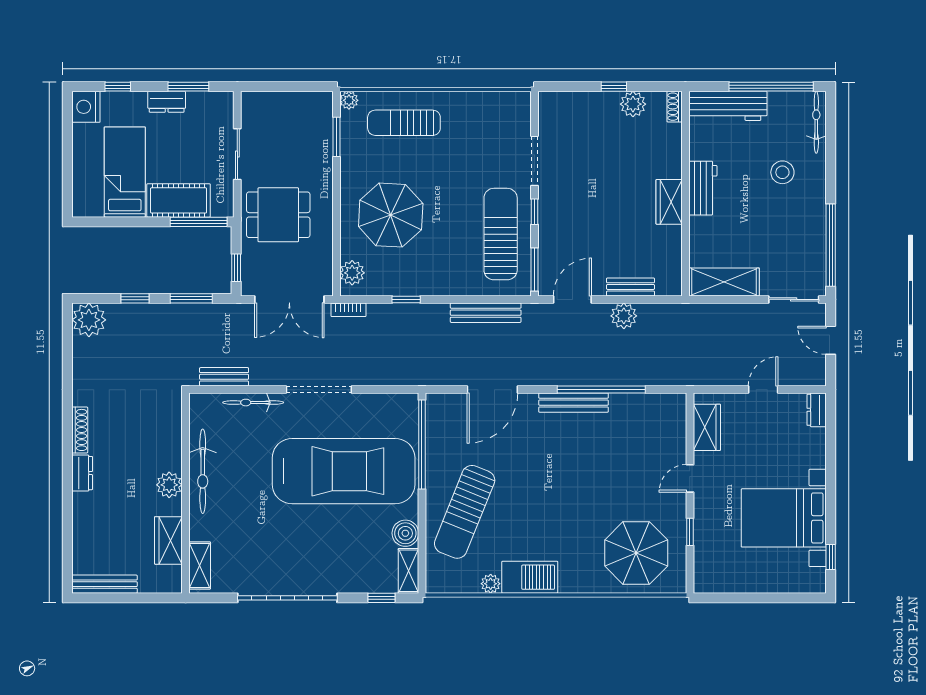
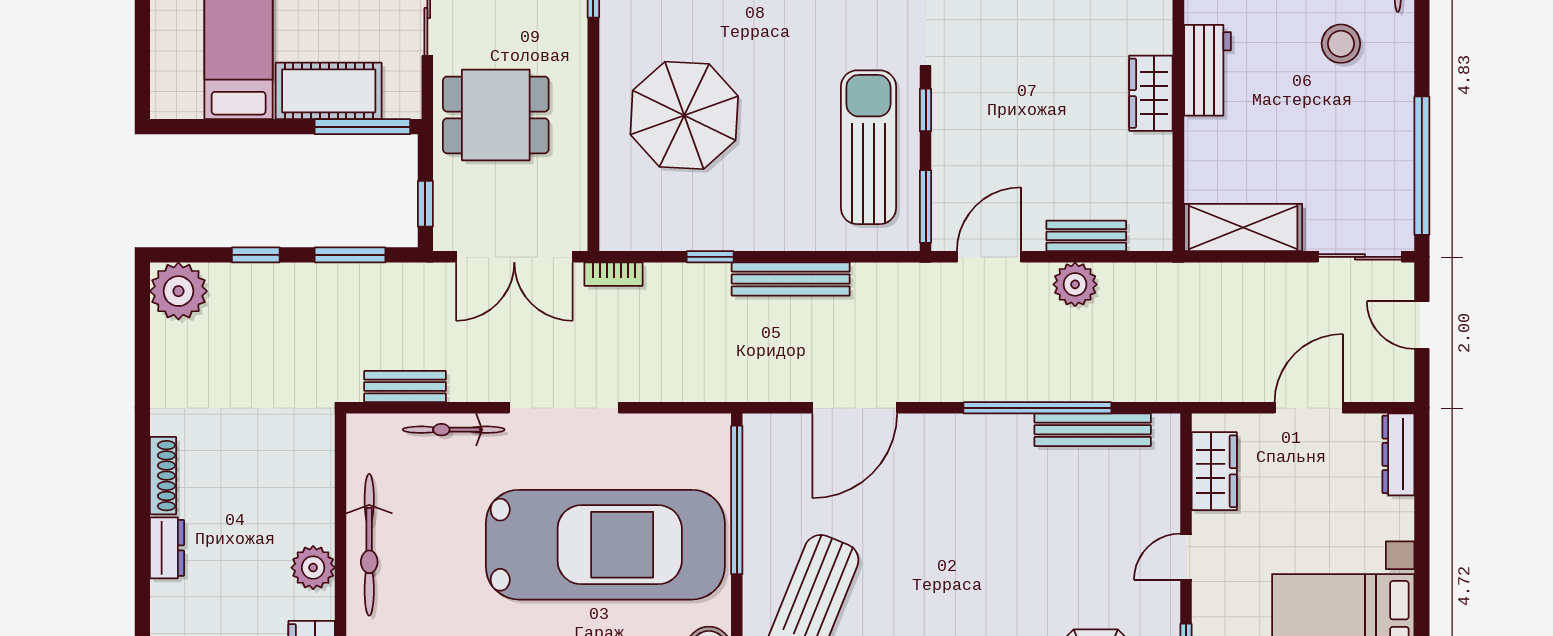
plant: (352, 273) -> (620, 212), removed
bench: (486, 313) -> (791, 279), moved
door: (763, 390) -> (1309, 408), width x1.38
bench: (574, 403) -> (1093, 430), moved
dresser: (817, 410) -> (1398, 454), width x1.44

